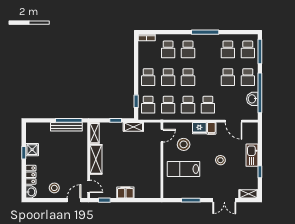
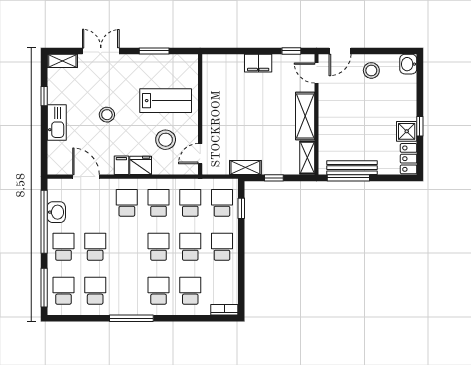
locker: (31, 175) -> (409, 159), moved

